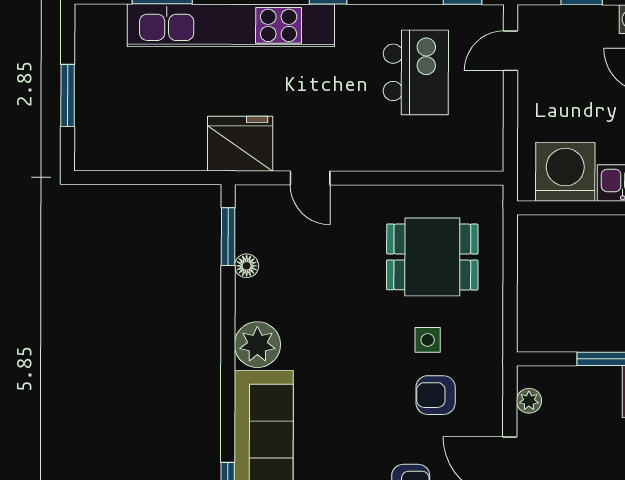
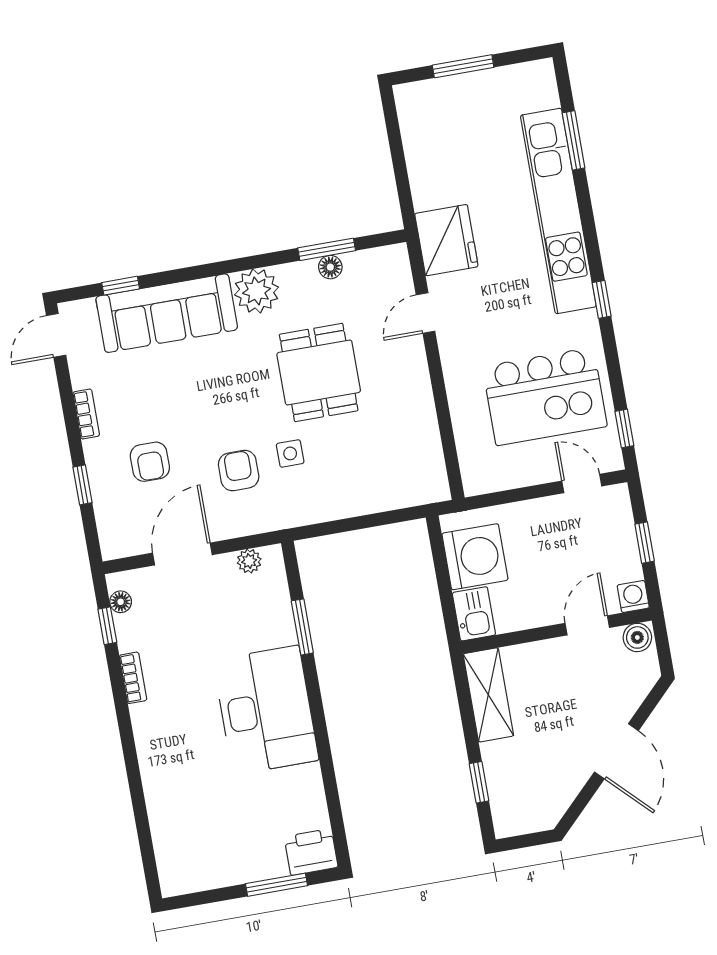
kitchen island: (416, 72) -> (545, 396), width x1.37, depth x1.28
window: (228, 237) -> (327, 249), moved
dining table: (432, 257) -> (319, 372), moved

